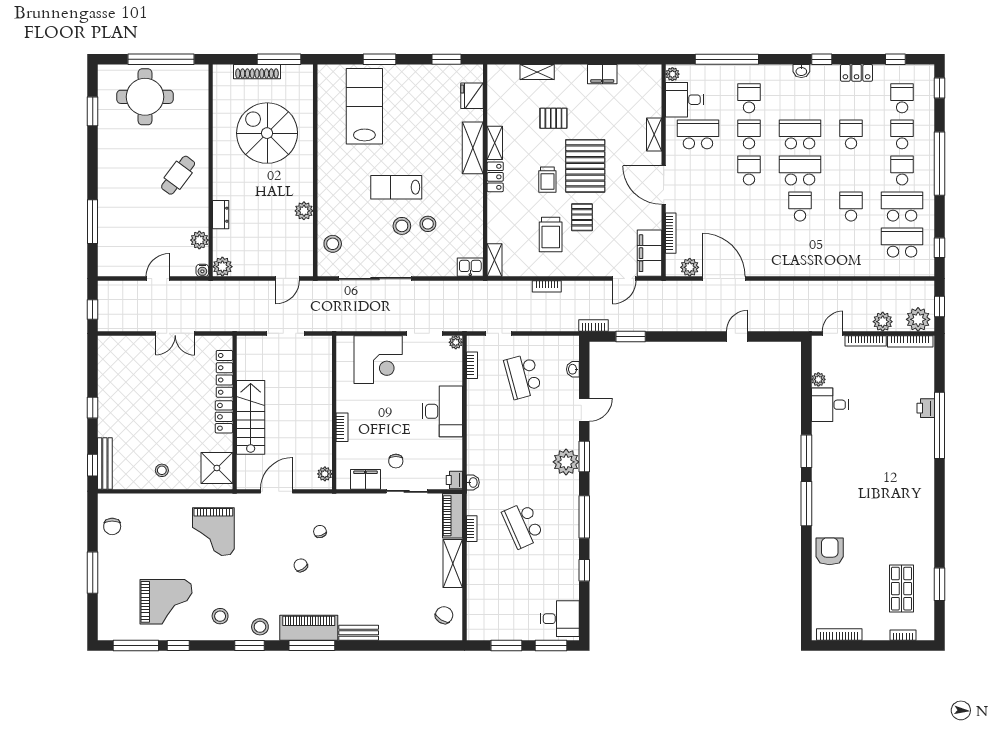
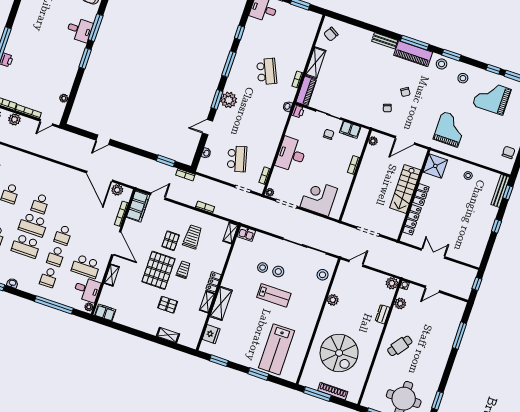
filing cabinet: (602, 74) -> (105, 312), moved
desk: (830, 405) -> (80, 30), moved

